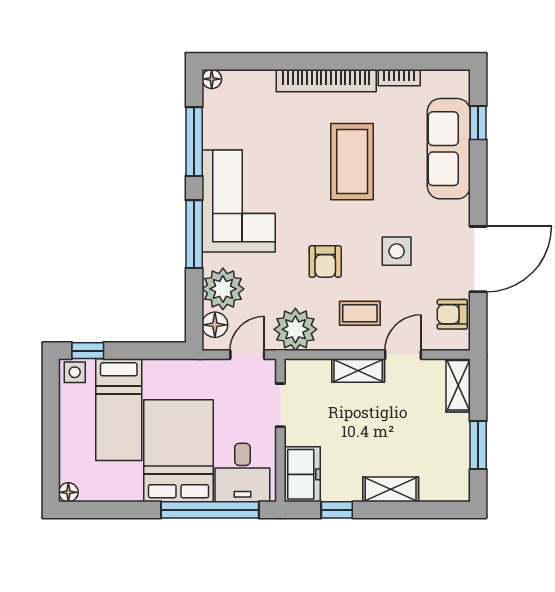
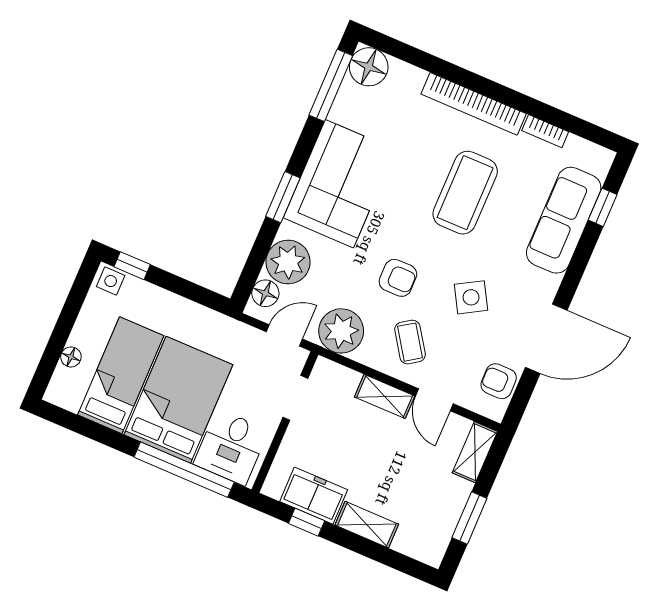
floor lamp: (212, 79) -> (369, 67), width x1.89, depth x1.89
window: (194, 142) -> (331, 85), moved
window: (194, 234) -> (283, 197), width x0.69
side table: (397, 251) -> (471, 297), turned -30
armchair: (325, 262) -> (398, 278), turned -90
coffee table: (360, 313) -> (410, 342), turned 56
door: (403, 355) -> (434, 400), swing flipped
bed: (119, 410) -> (121, 375), moved, turned 180
freezer: (302, 474) -> (314, 496), moved, turned -90
floor lamp: (68, 492) -> (71, 357), moved

